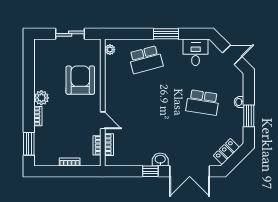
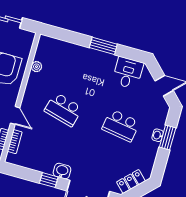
plant: (110, 50) -> (36, 67), moved
school desk: (146, 60) -> (63, 109), moved, turned 30
window: (249, 116) -> (168, 137), moved

